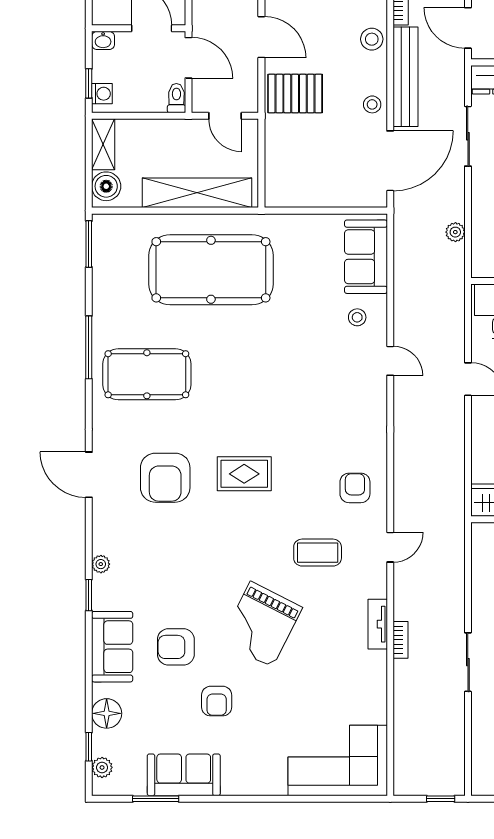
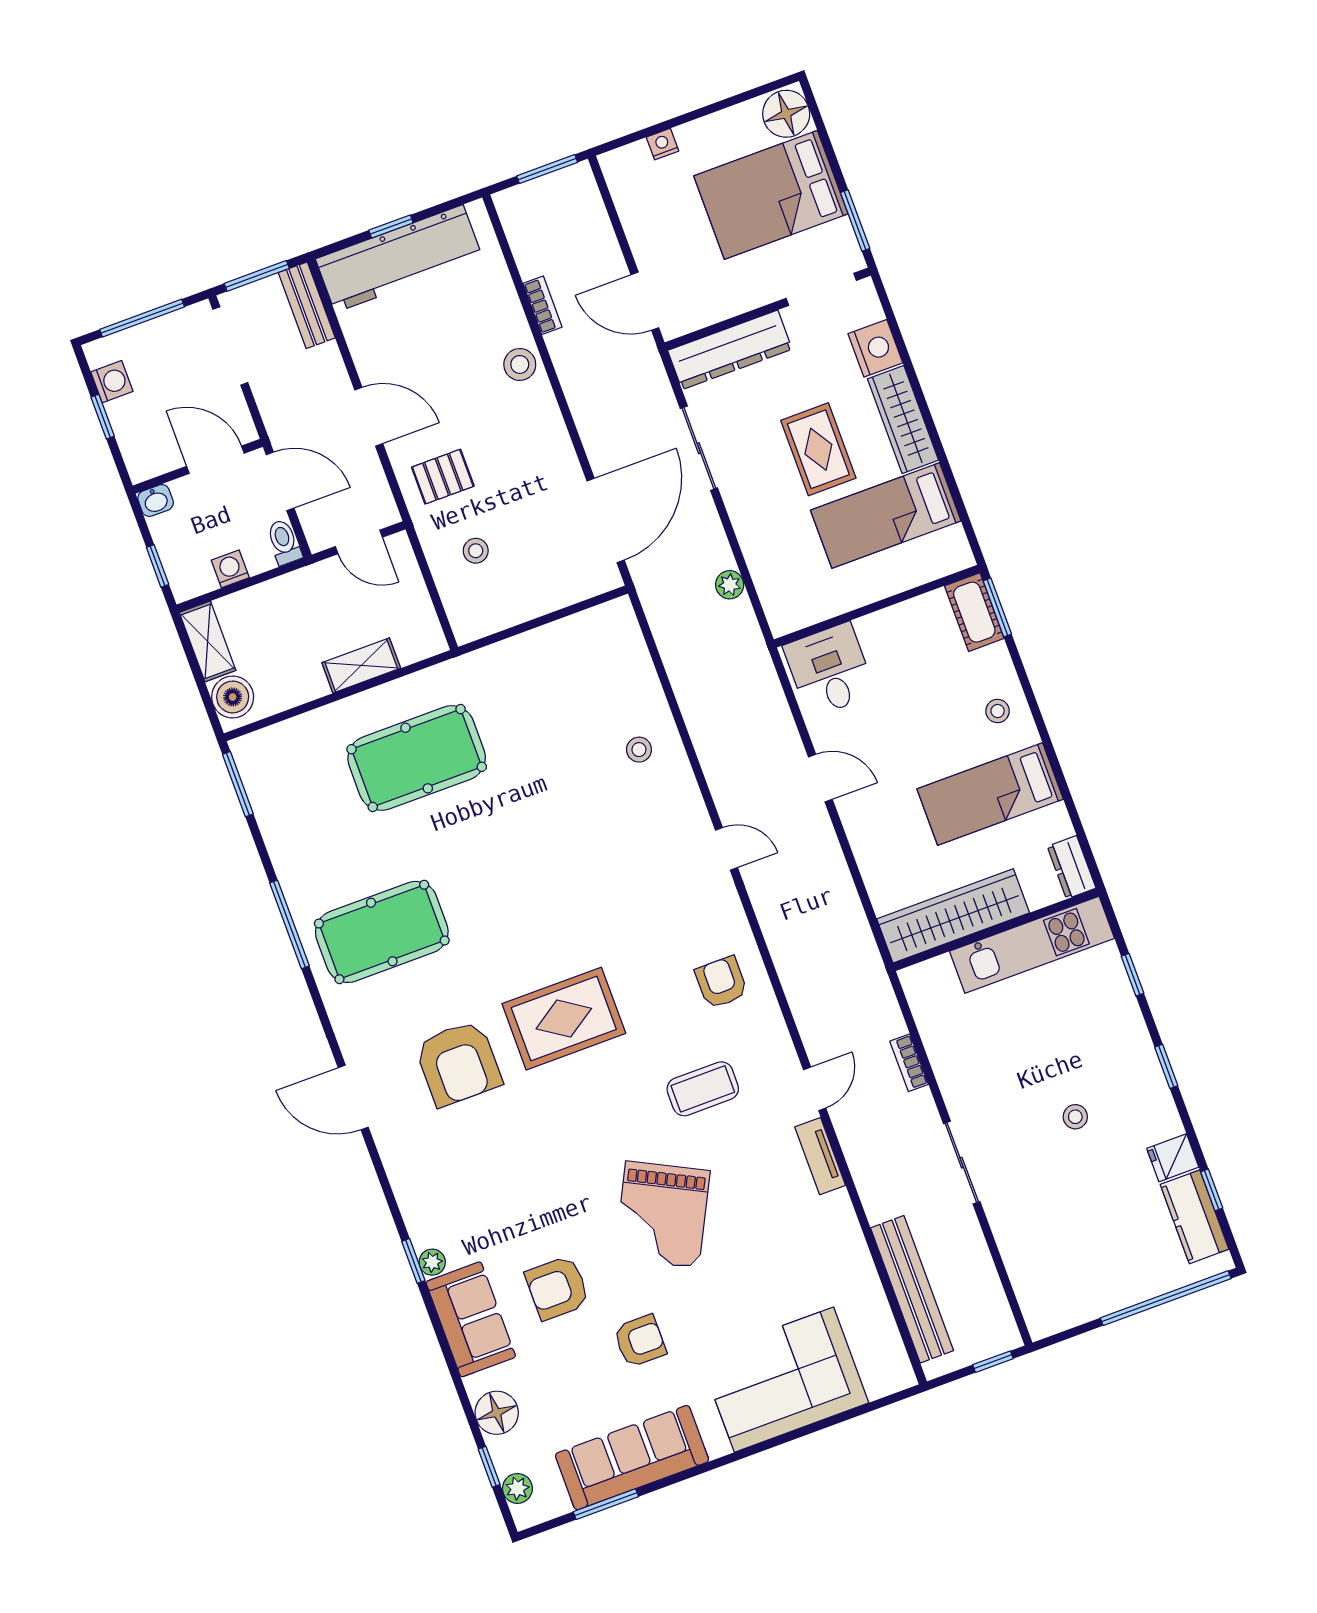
bench: (405, 77) -> (912, 1289), moved
washing machine: (102, 94) -> (230, 569), moved, turned -90
pallet: (295, 94) -> (443, 477), width x0.67, depth x0.71
stool: (372, 104) -> (476, 551), moved
shelving: (197, 193) -> (361, 665), width x0.45, depth x0.75
sofa: (366, 257) -> (621, 663), removed
pool table: (211, 270) -> (417, 758), width x0.73, depth x0.76
door: (390, 361) -> (726, 849), moved
rug: (244, 474) -> (564, 1019), width x1.36, depth x1.43
door: (390, 547) -> (815, 1089), moved
plant: (101, 564) -> (432, 1262), moved
bookcase: (401, 640) -> (909, 1063), moved, turned 180
armchair: (217, 701) -> (640, 1341), turned -90
corner sofa: (338, 761) -> (784, 1380), moved
sofa: (184, 775) -> (632, 1458), width x1.36

